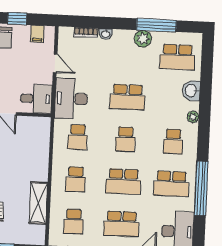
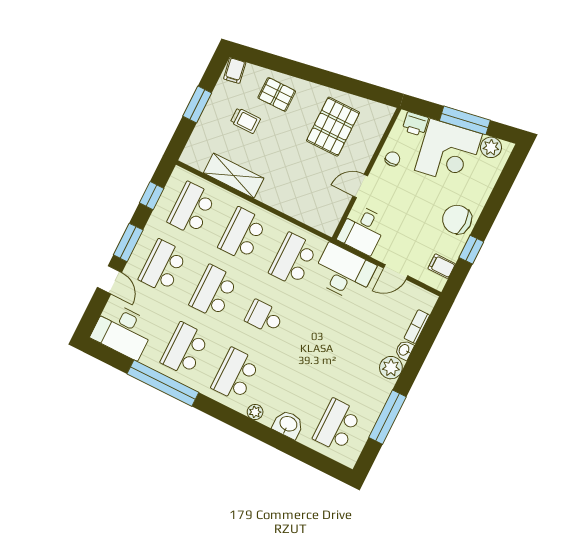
plant: (143, 39) -> (391, 368), moved
school desk: (127, 97) -> (315, 342), removed
school desk: (78, 137) -> (293, 259), width x1.85
school desk: (173, 142) -> (235, 374), width x1.85
school desk: (76, 179) -> (242, 234), width x1.85
school desk: (74, 222) -> (192, 209), width x1.85

